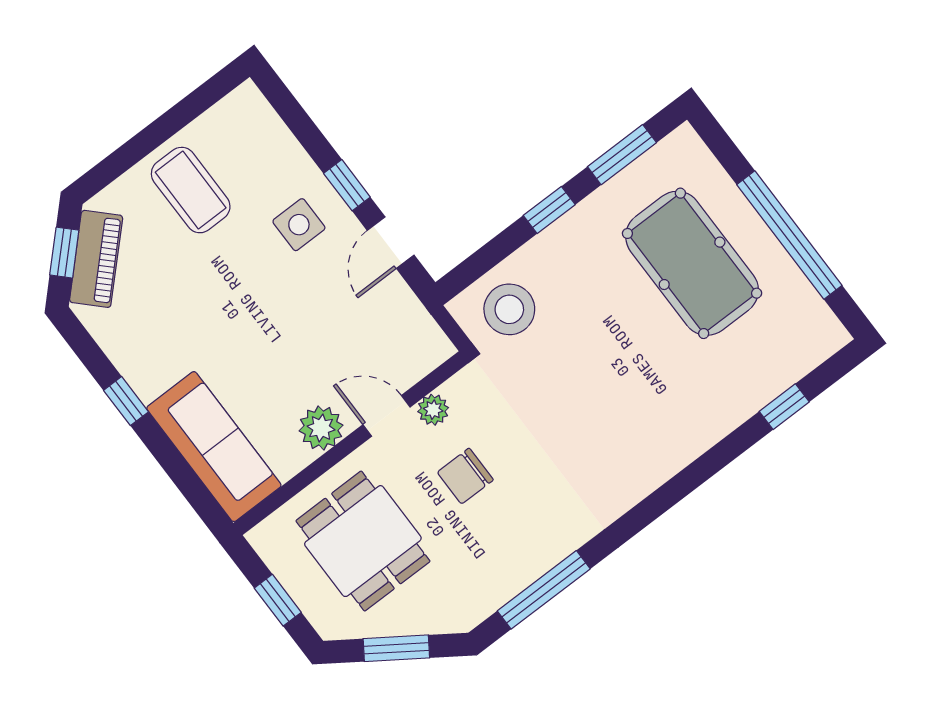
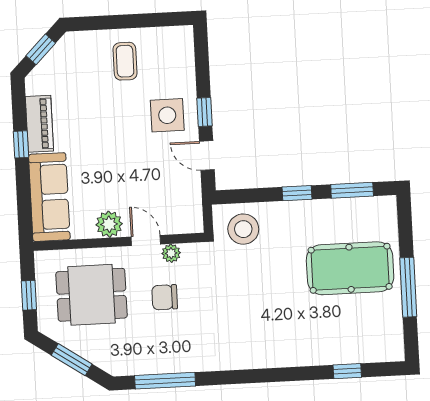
coffee table: (191, 190) -> (125, 61), width x0.73, depth x0.77
side table: (299, 225) -> (167, 115), width x1.37, depth x1.37
window: (789, 235) -> (408, 287), width x0.68
door: (391, 243) -> (207, 155), hinge flipped
piano: (96, 259) -> (39, 124), moved, turned -45
pool table: (692, 263) -> (350, 268), turned 90
dining table: (363, 541) -> (91, 295), turned 90

